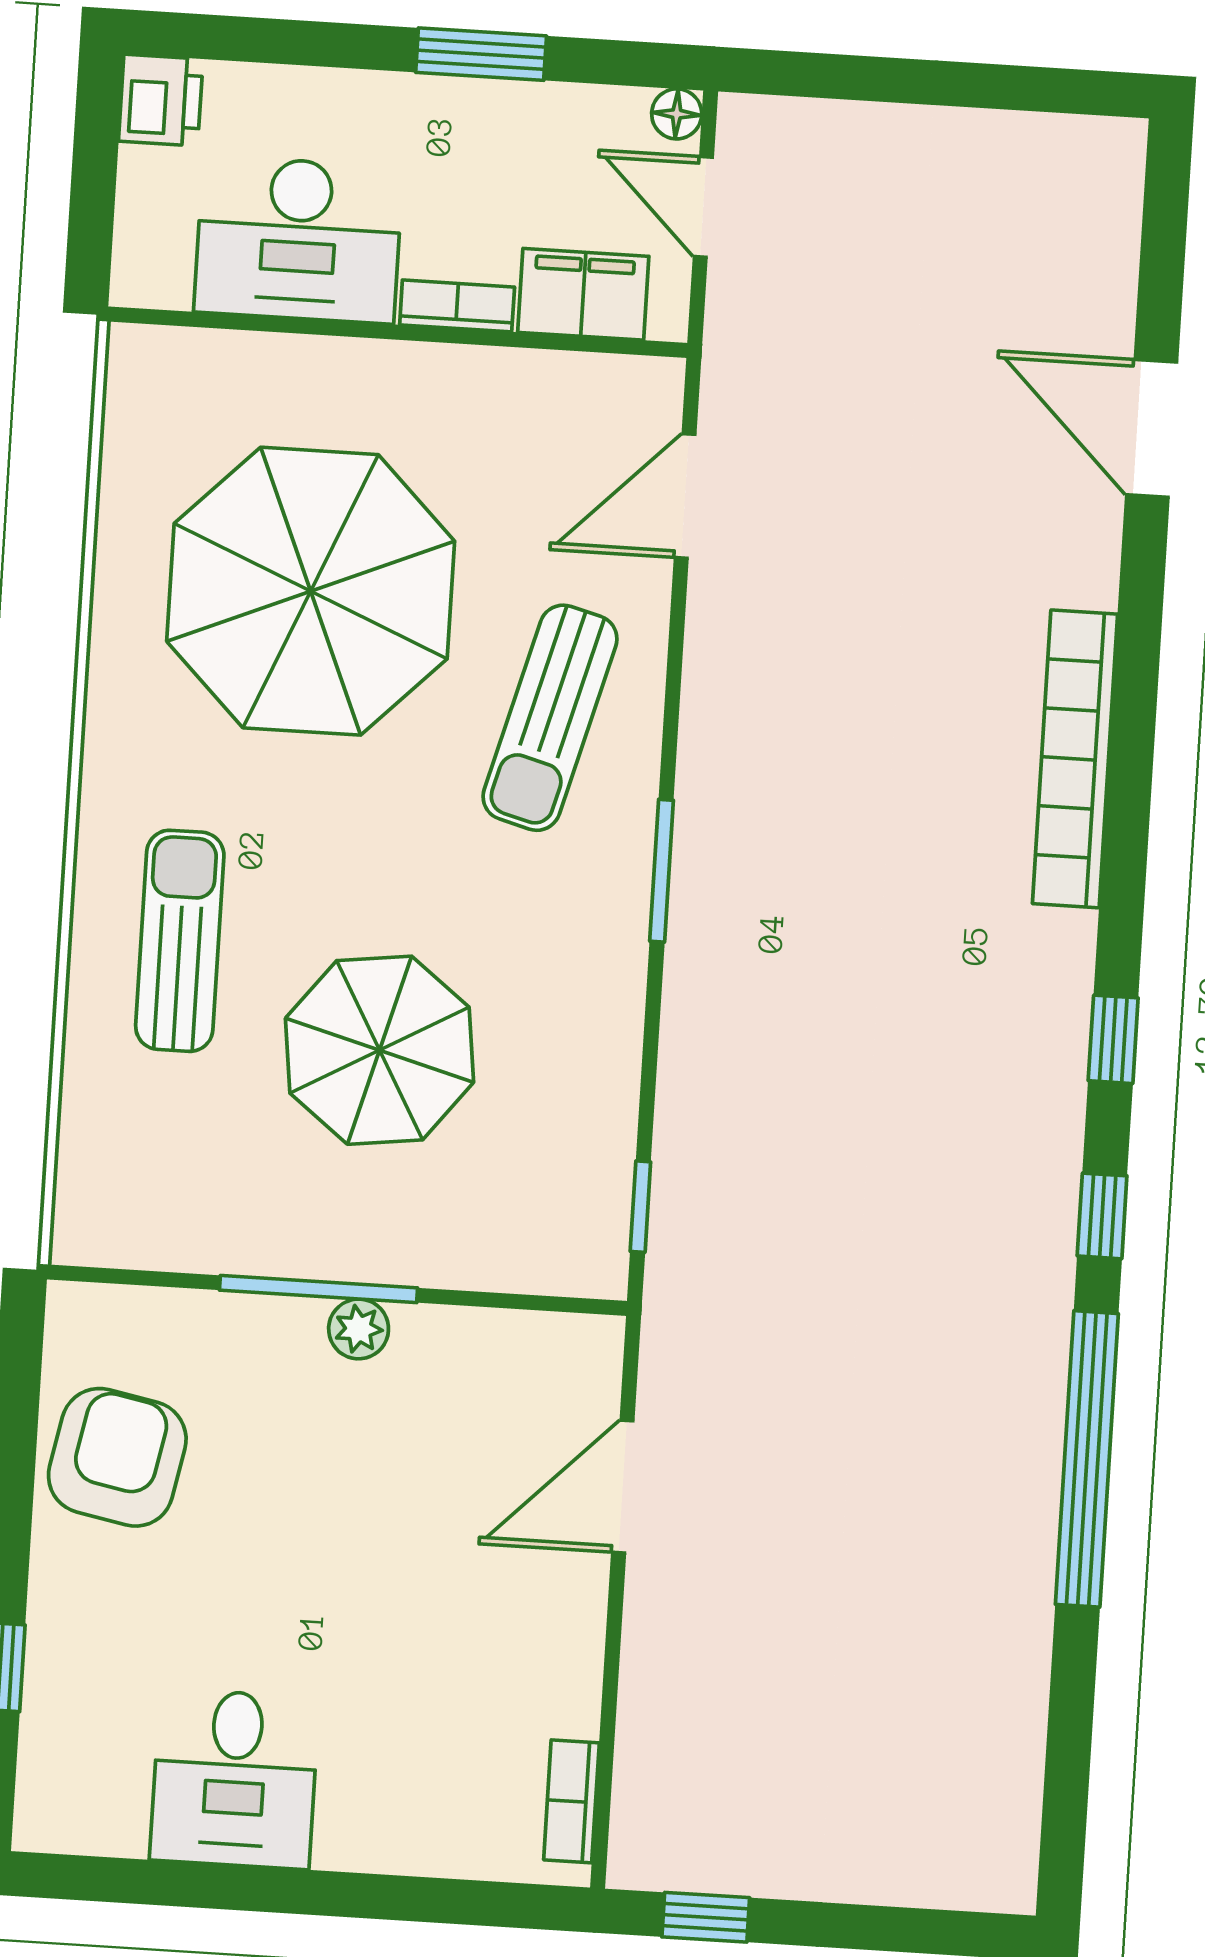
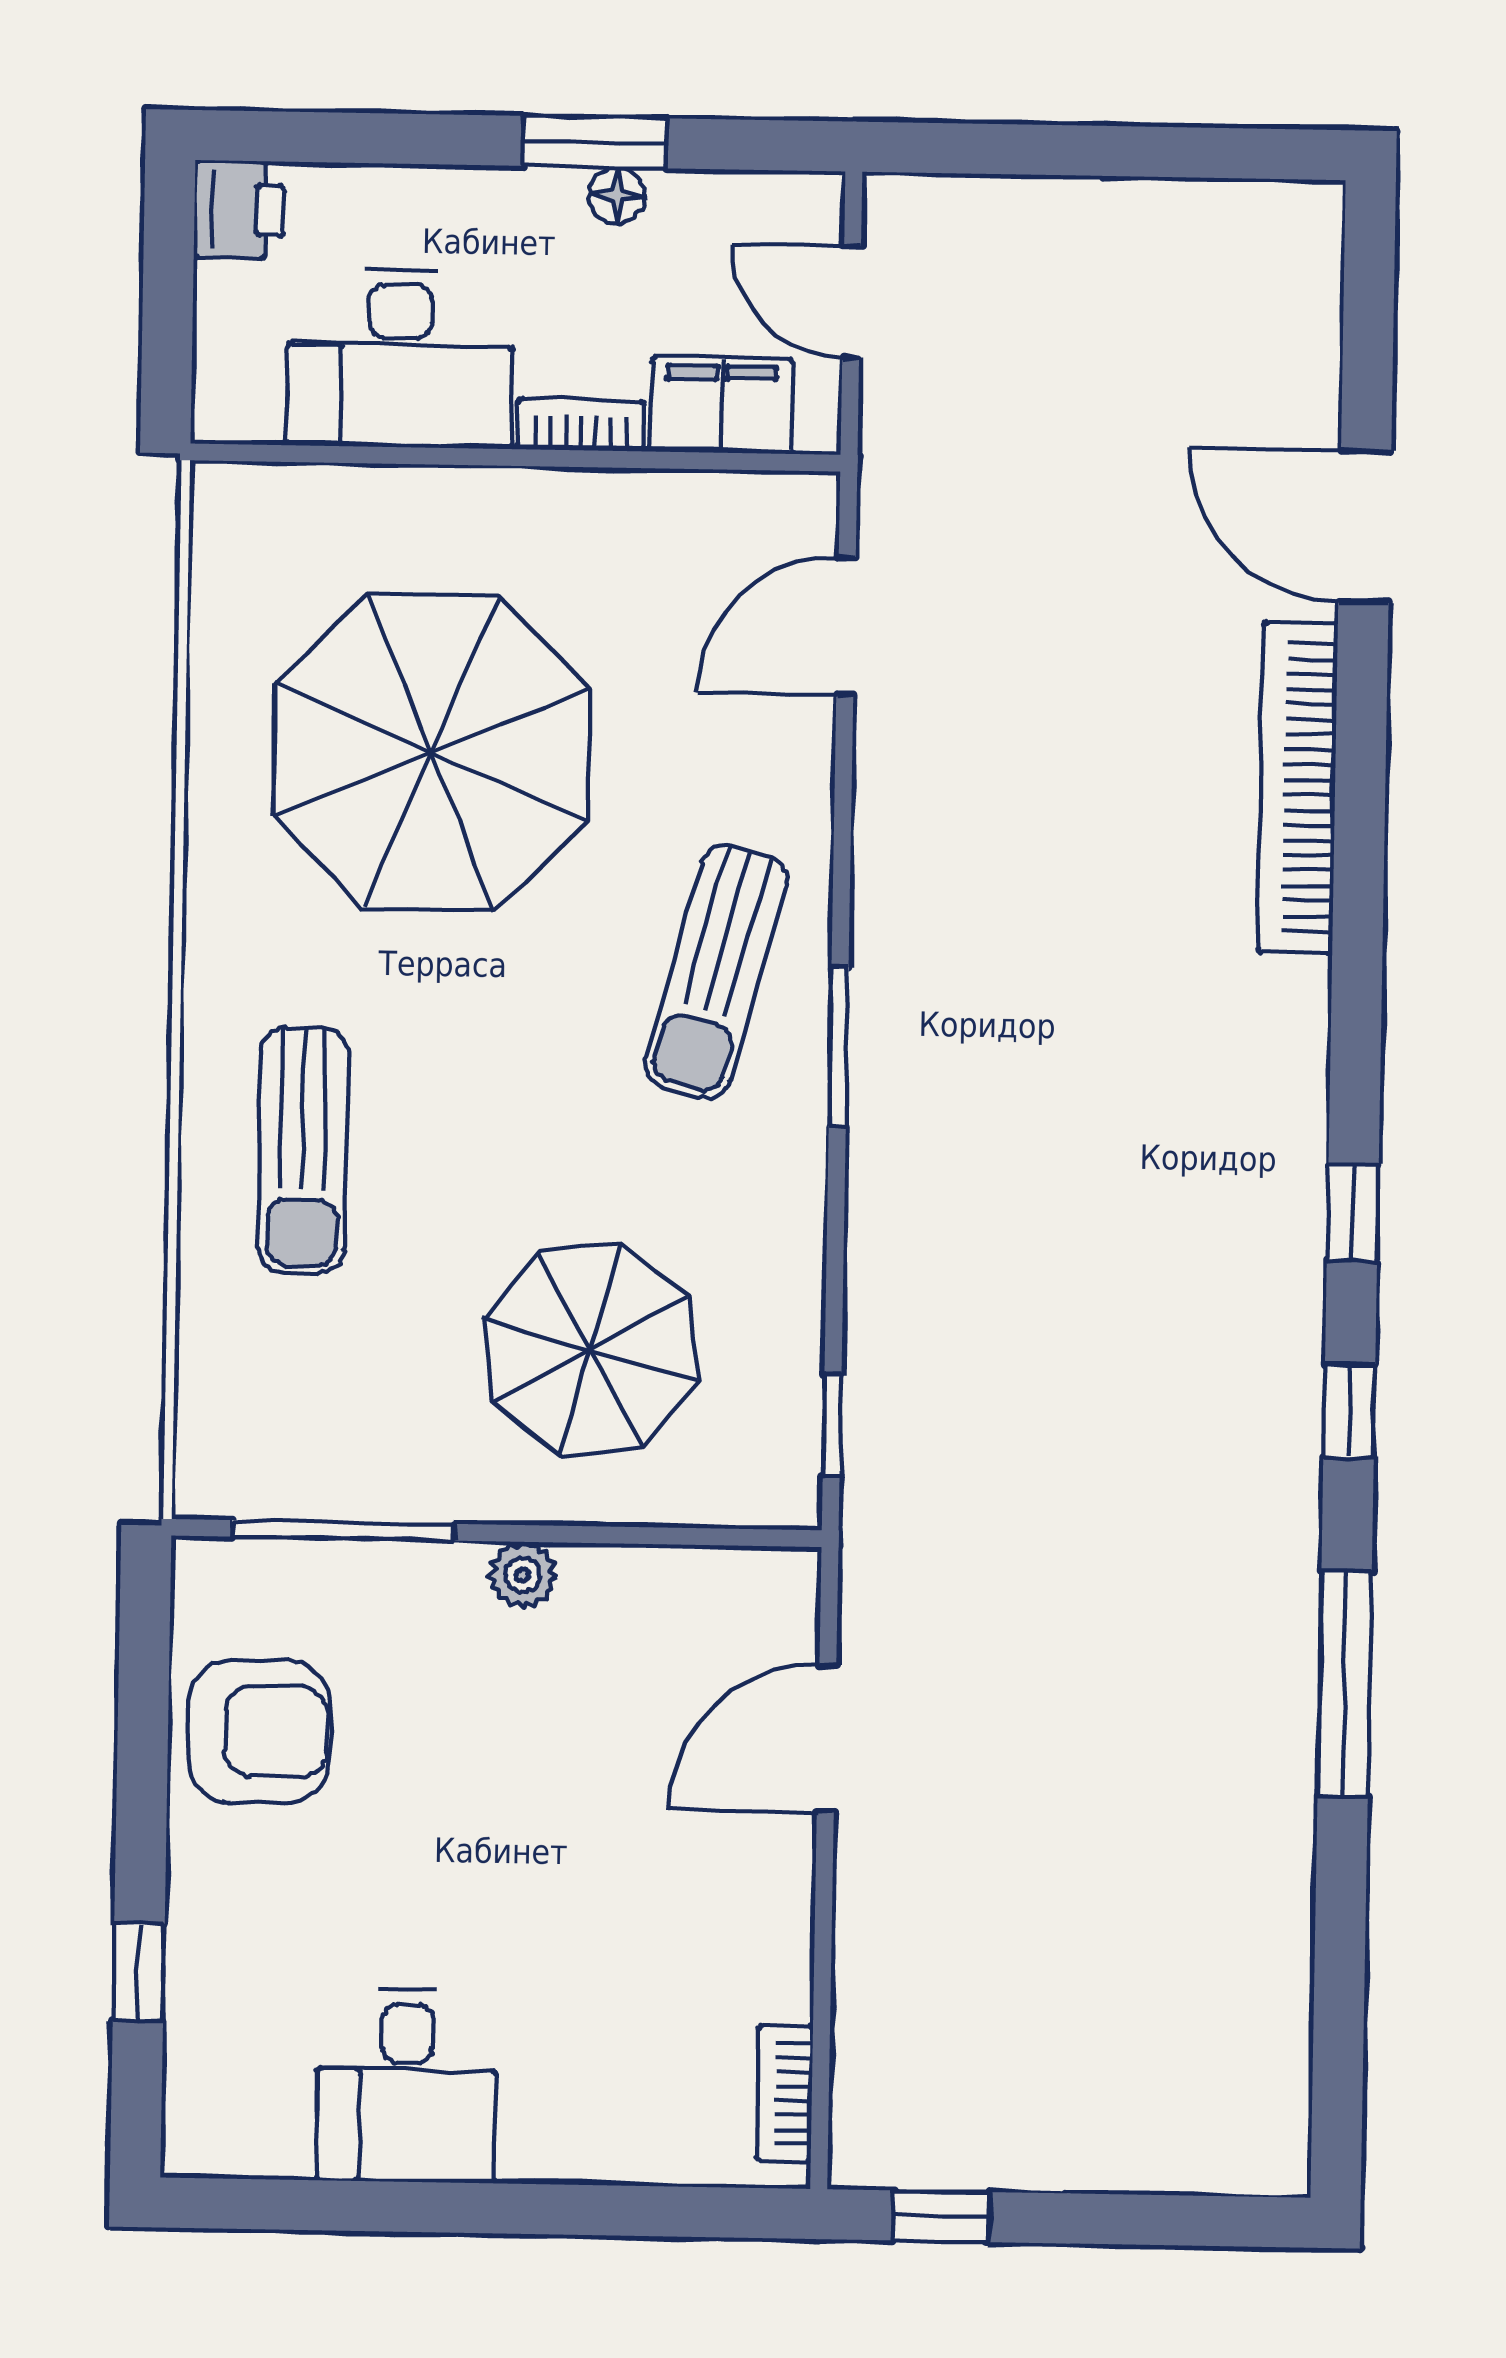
floor lamp: (677, 114) -> (617, 195), moved
sun lounger: (550, 718) -> (716, 972), moved
bookcase: (1075, 759) -> (1298, 787), moved
sun lounger: (180, 941) -> (303, 1150), turned 180
parasol: (380, 1050) -> (590, 1350), moved
window: (319, 1289) -> (343, 1530), moved
armchair: (117, 1457) -> (259, 1731), turned 79
window: (1087, 1459) -> (1345, 1684), width x0.68

